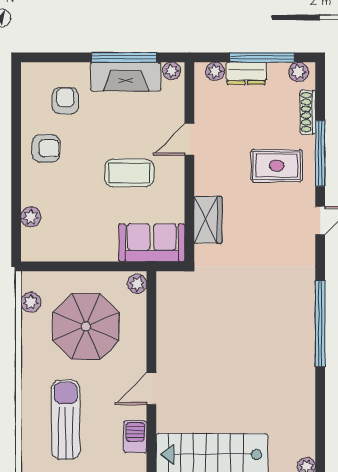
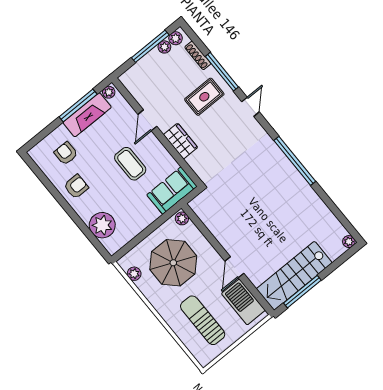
plant: (215, 71) -> (164, 47), moved
dresser: (246, 73) -> (149, 62), removed
coffee table: (129, 173) -> (130, 164), turned 90
plant: (31, 217) -> (102, 225), width x1.87, depth x1.87
wardrobe: (208, 220) -> (181, 141), moved
barbecue: (135, 437) -> (243, 302), width x1.88, depth x1.53

